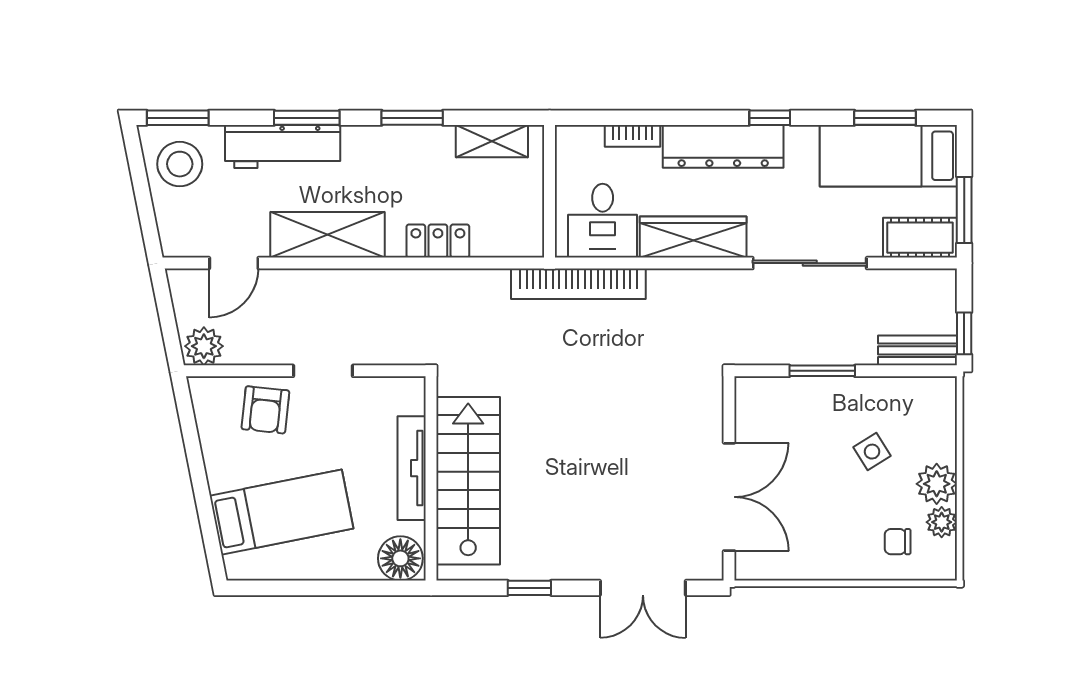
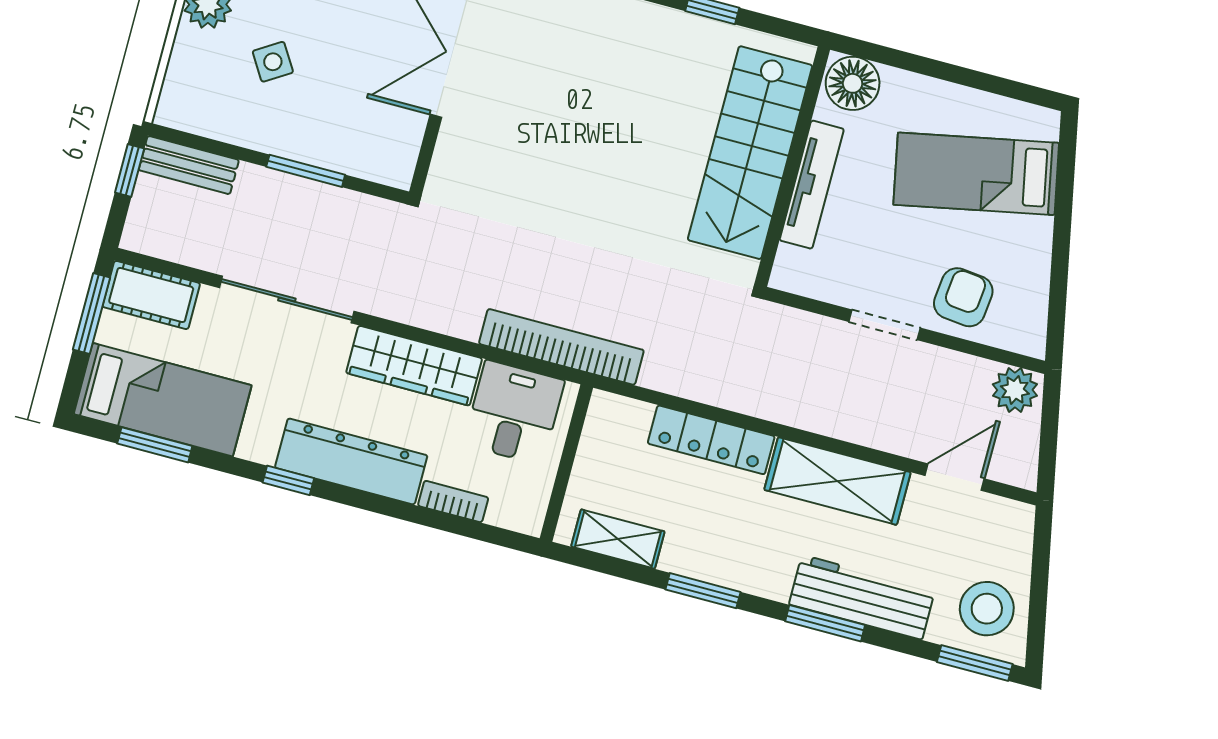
locker: (438, 241) -> (711, 440), width x1.53

